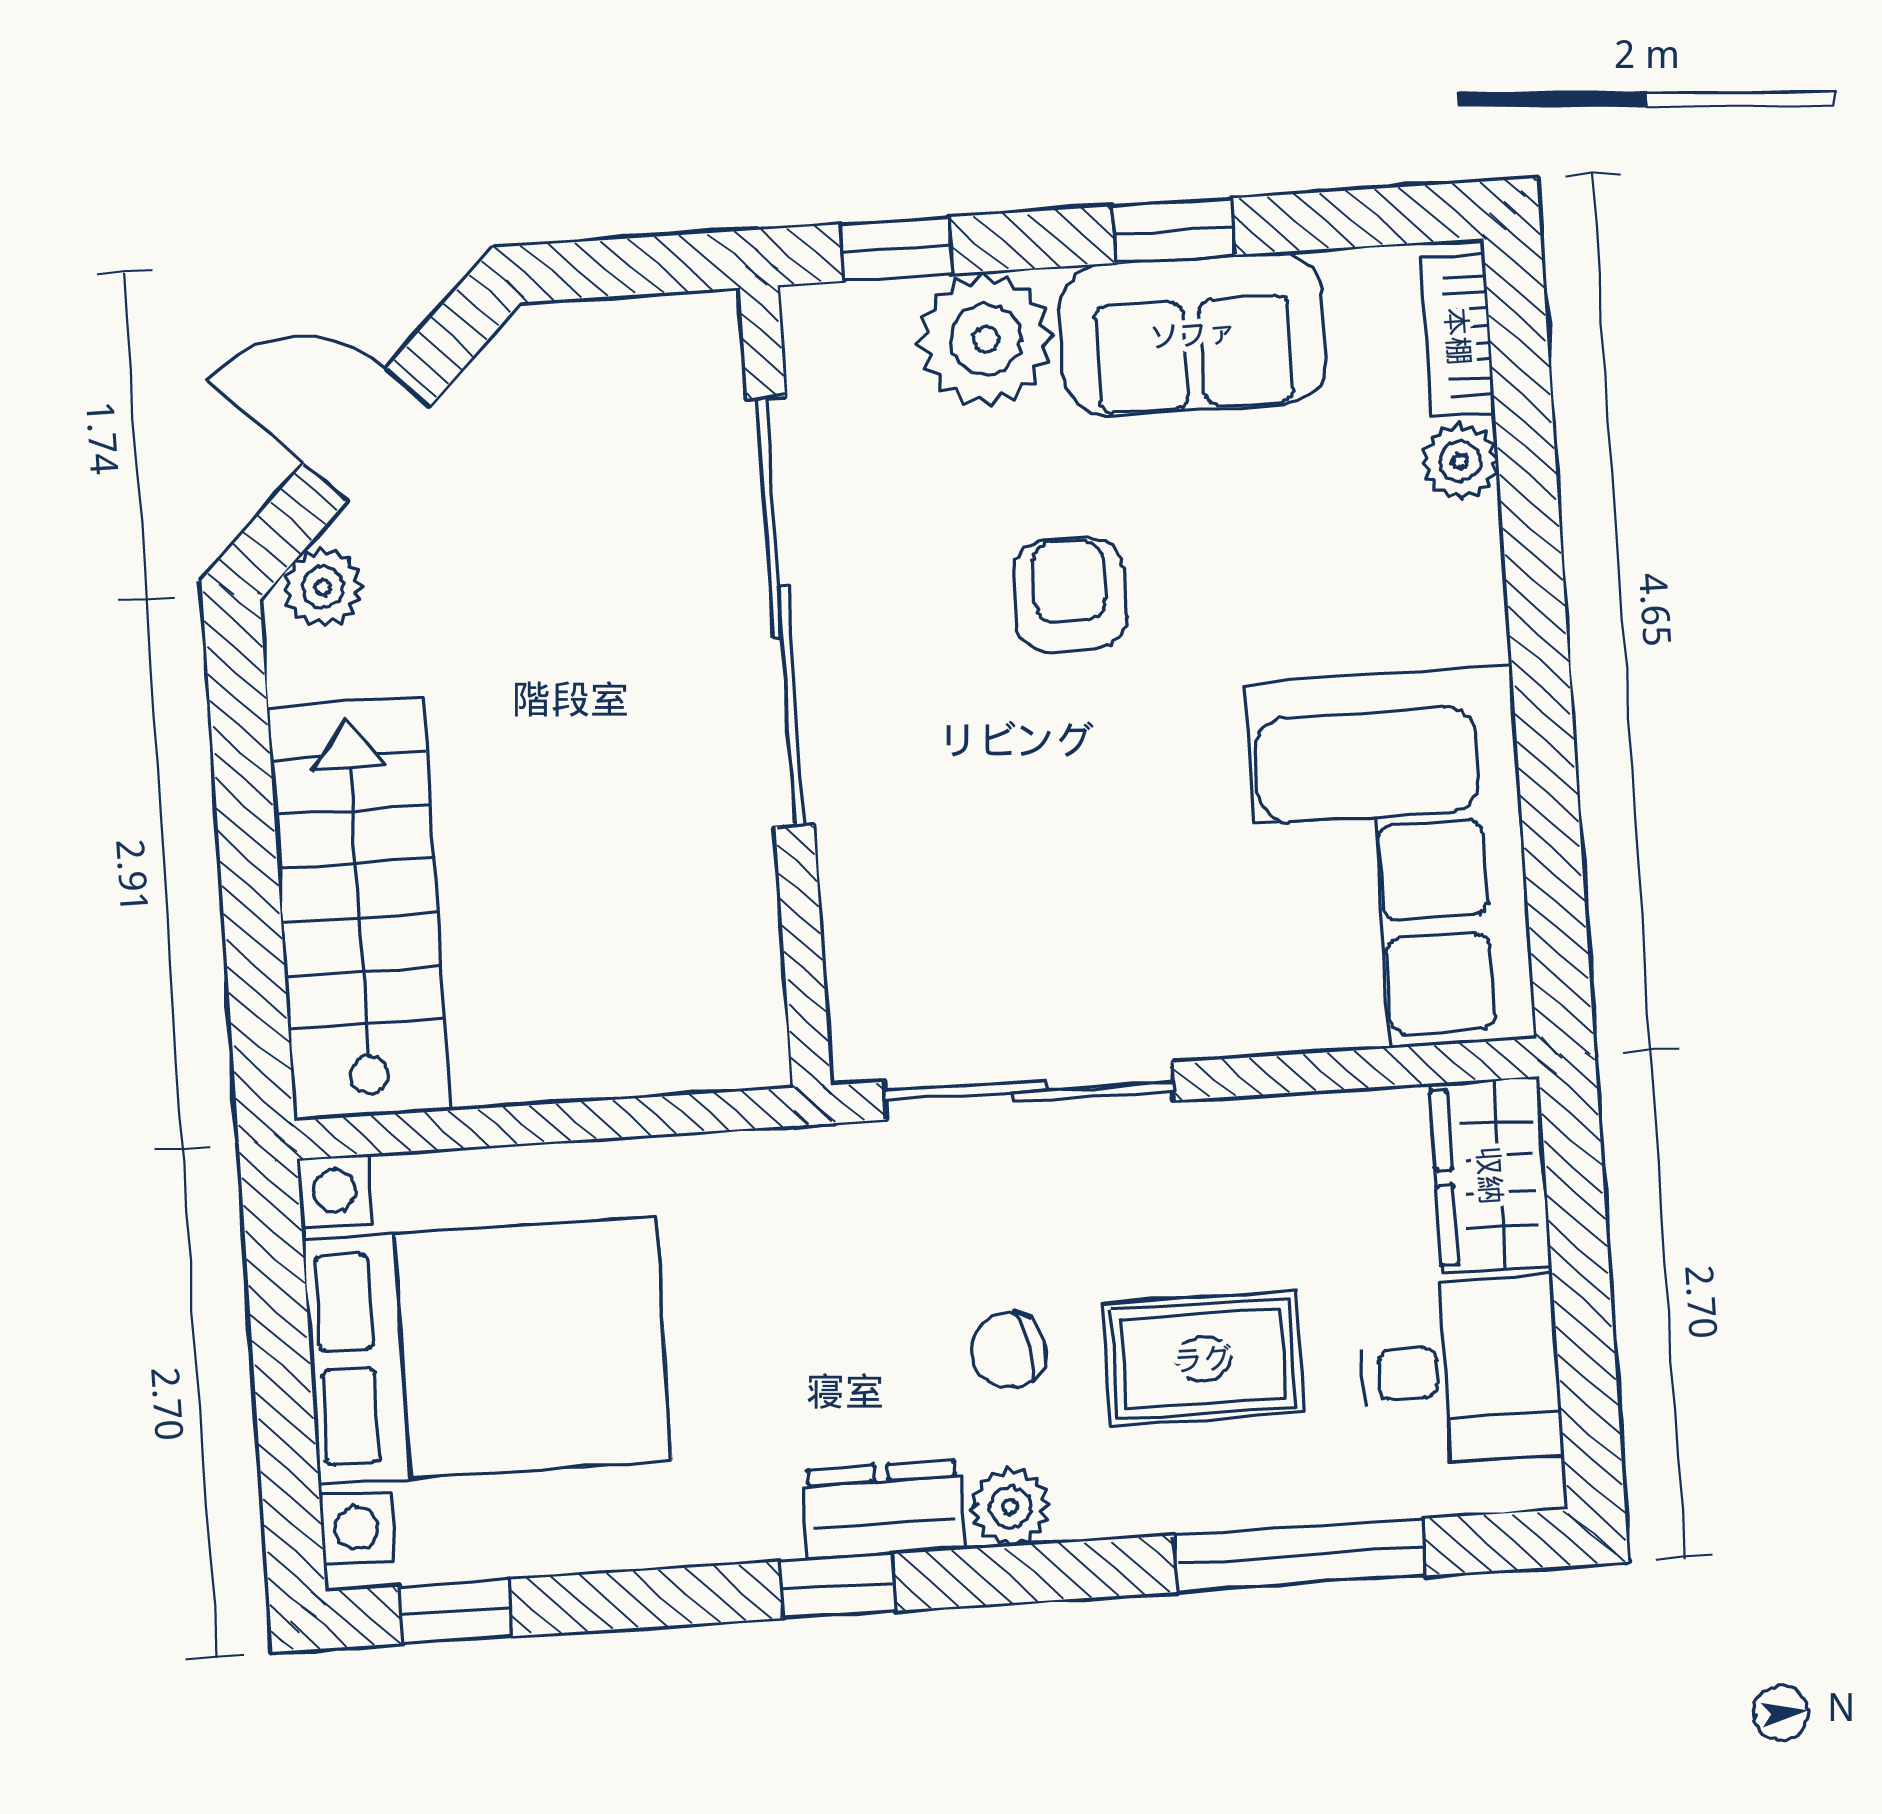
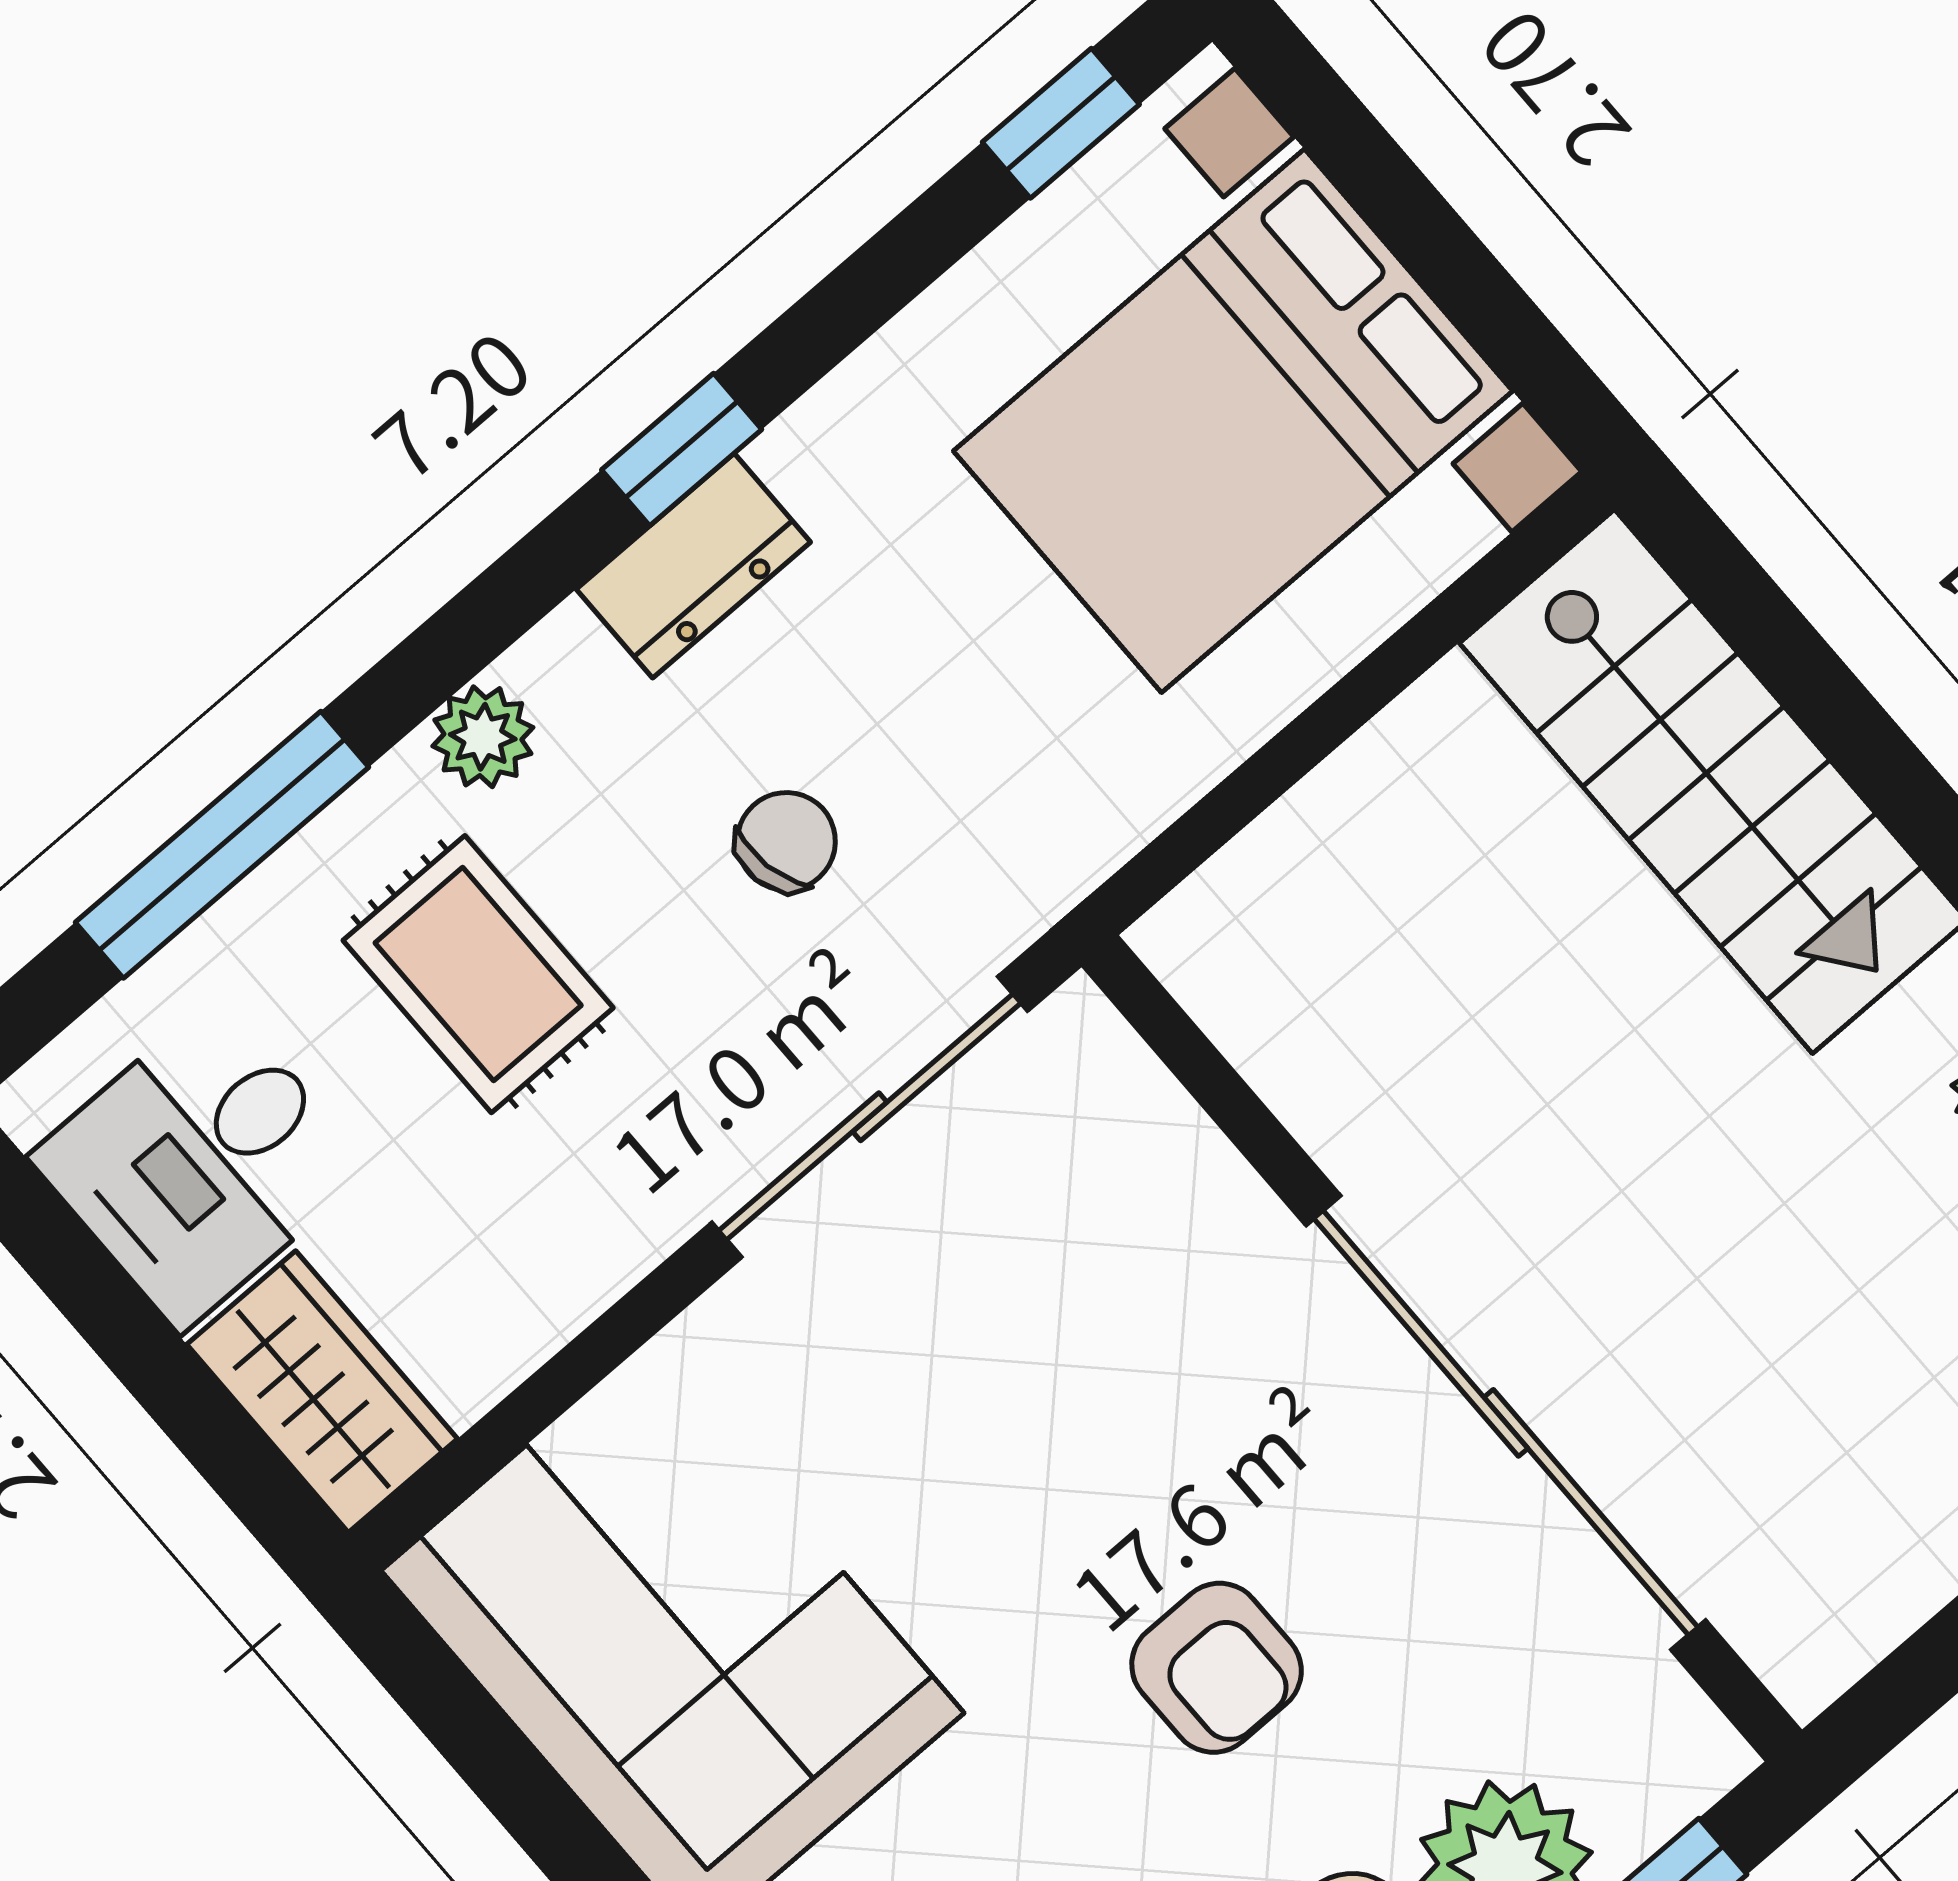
chair: (1008, 1351) -> (786, 841), moved
rug: (1203, 1359) -> (478, 974), turned 90
plant: (1010, 1507) -> (483, 737), moved

